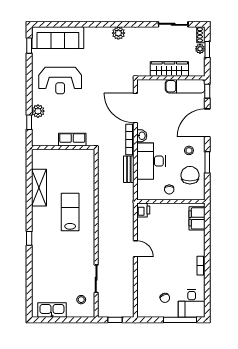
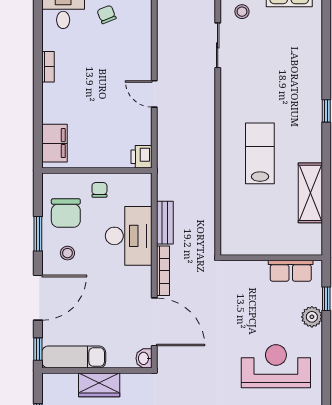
wardrobe: (169, 69) -> (99, 385), width x0.67
washbasin: (142, 136) -> (144, 358), moved
row of seats: (72, 140) -> (291, 271), moved
lab bench: (70, 212) -> (260, 153), turned 180

